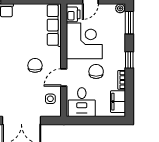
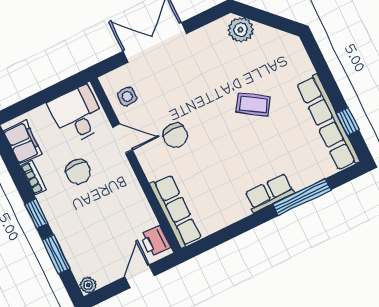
window: (129, 23) -> (56, 254), moved
corner desk: (84, 41) -> (119, 209), removed
door: (64, 77) -> (123, 139), hinge flipped

